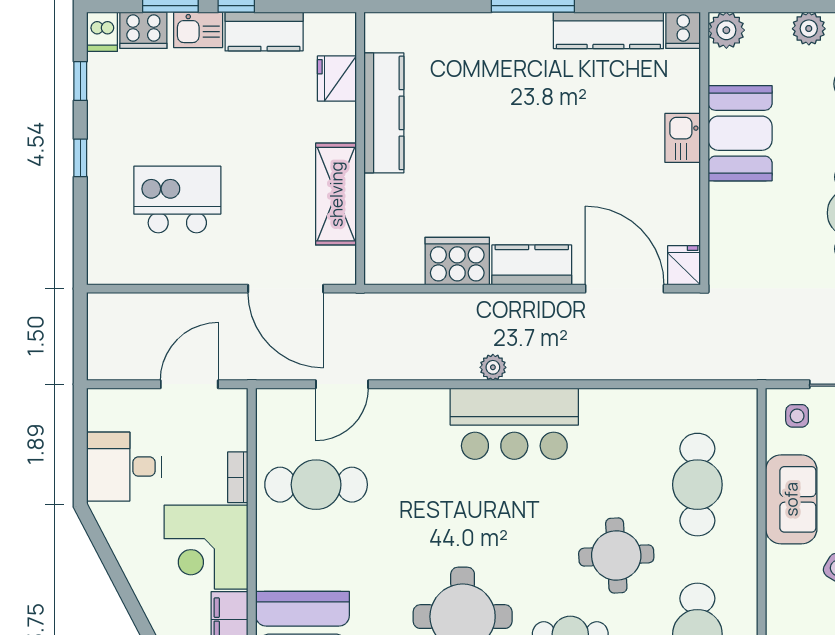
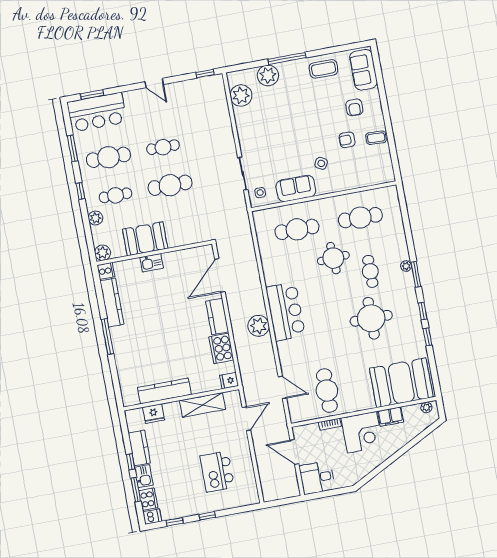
fridge: (684, 265) -> (229, 381), moved
door: (286, 289) -> (246, 419), width x0.73
plant: (493, 367) -> (259, 326), width x1.87, depth x1.87
desk: (124, 467) -> (317, 478), moved, turned 90

